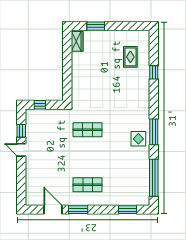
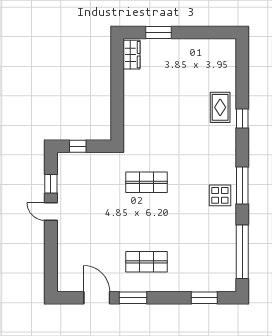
rug: (130, 57) -> (220, 107), moved
window: (154, 72) -> (242, 118), moved

